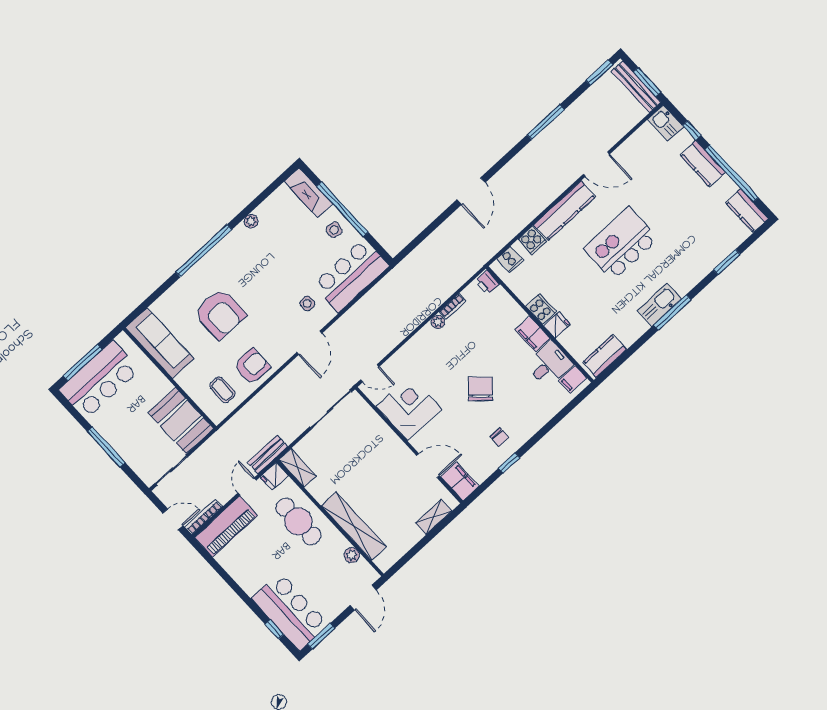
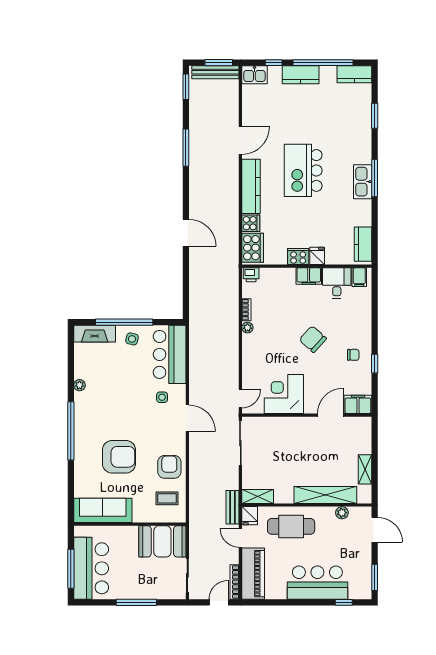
cooker: (510, 260) -> (253, 248), width x1.87, depth x1.31
shelving: (434, 517) -> (365, 469), moved
bar counter: (290, 611) -> (317, 583), moved

